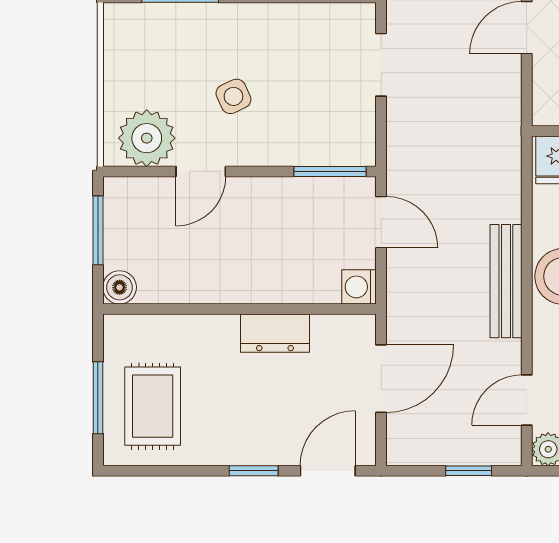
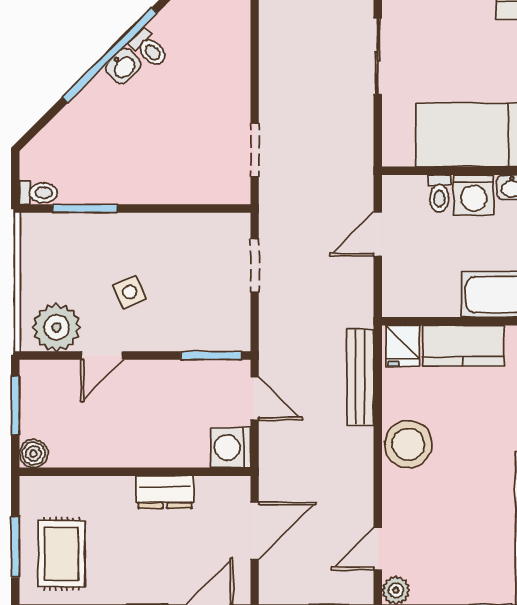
bench: (506, 281) -> (360, 377), moved
washing machine: (359, 287) -> (230, 448), width x1.38, depth x1.38

